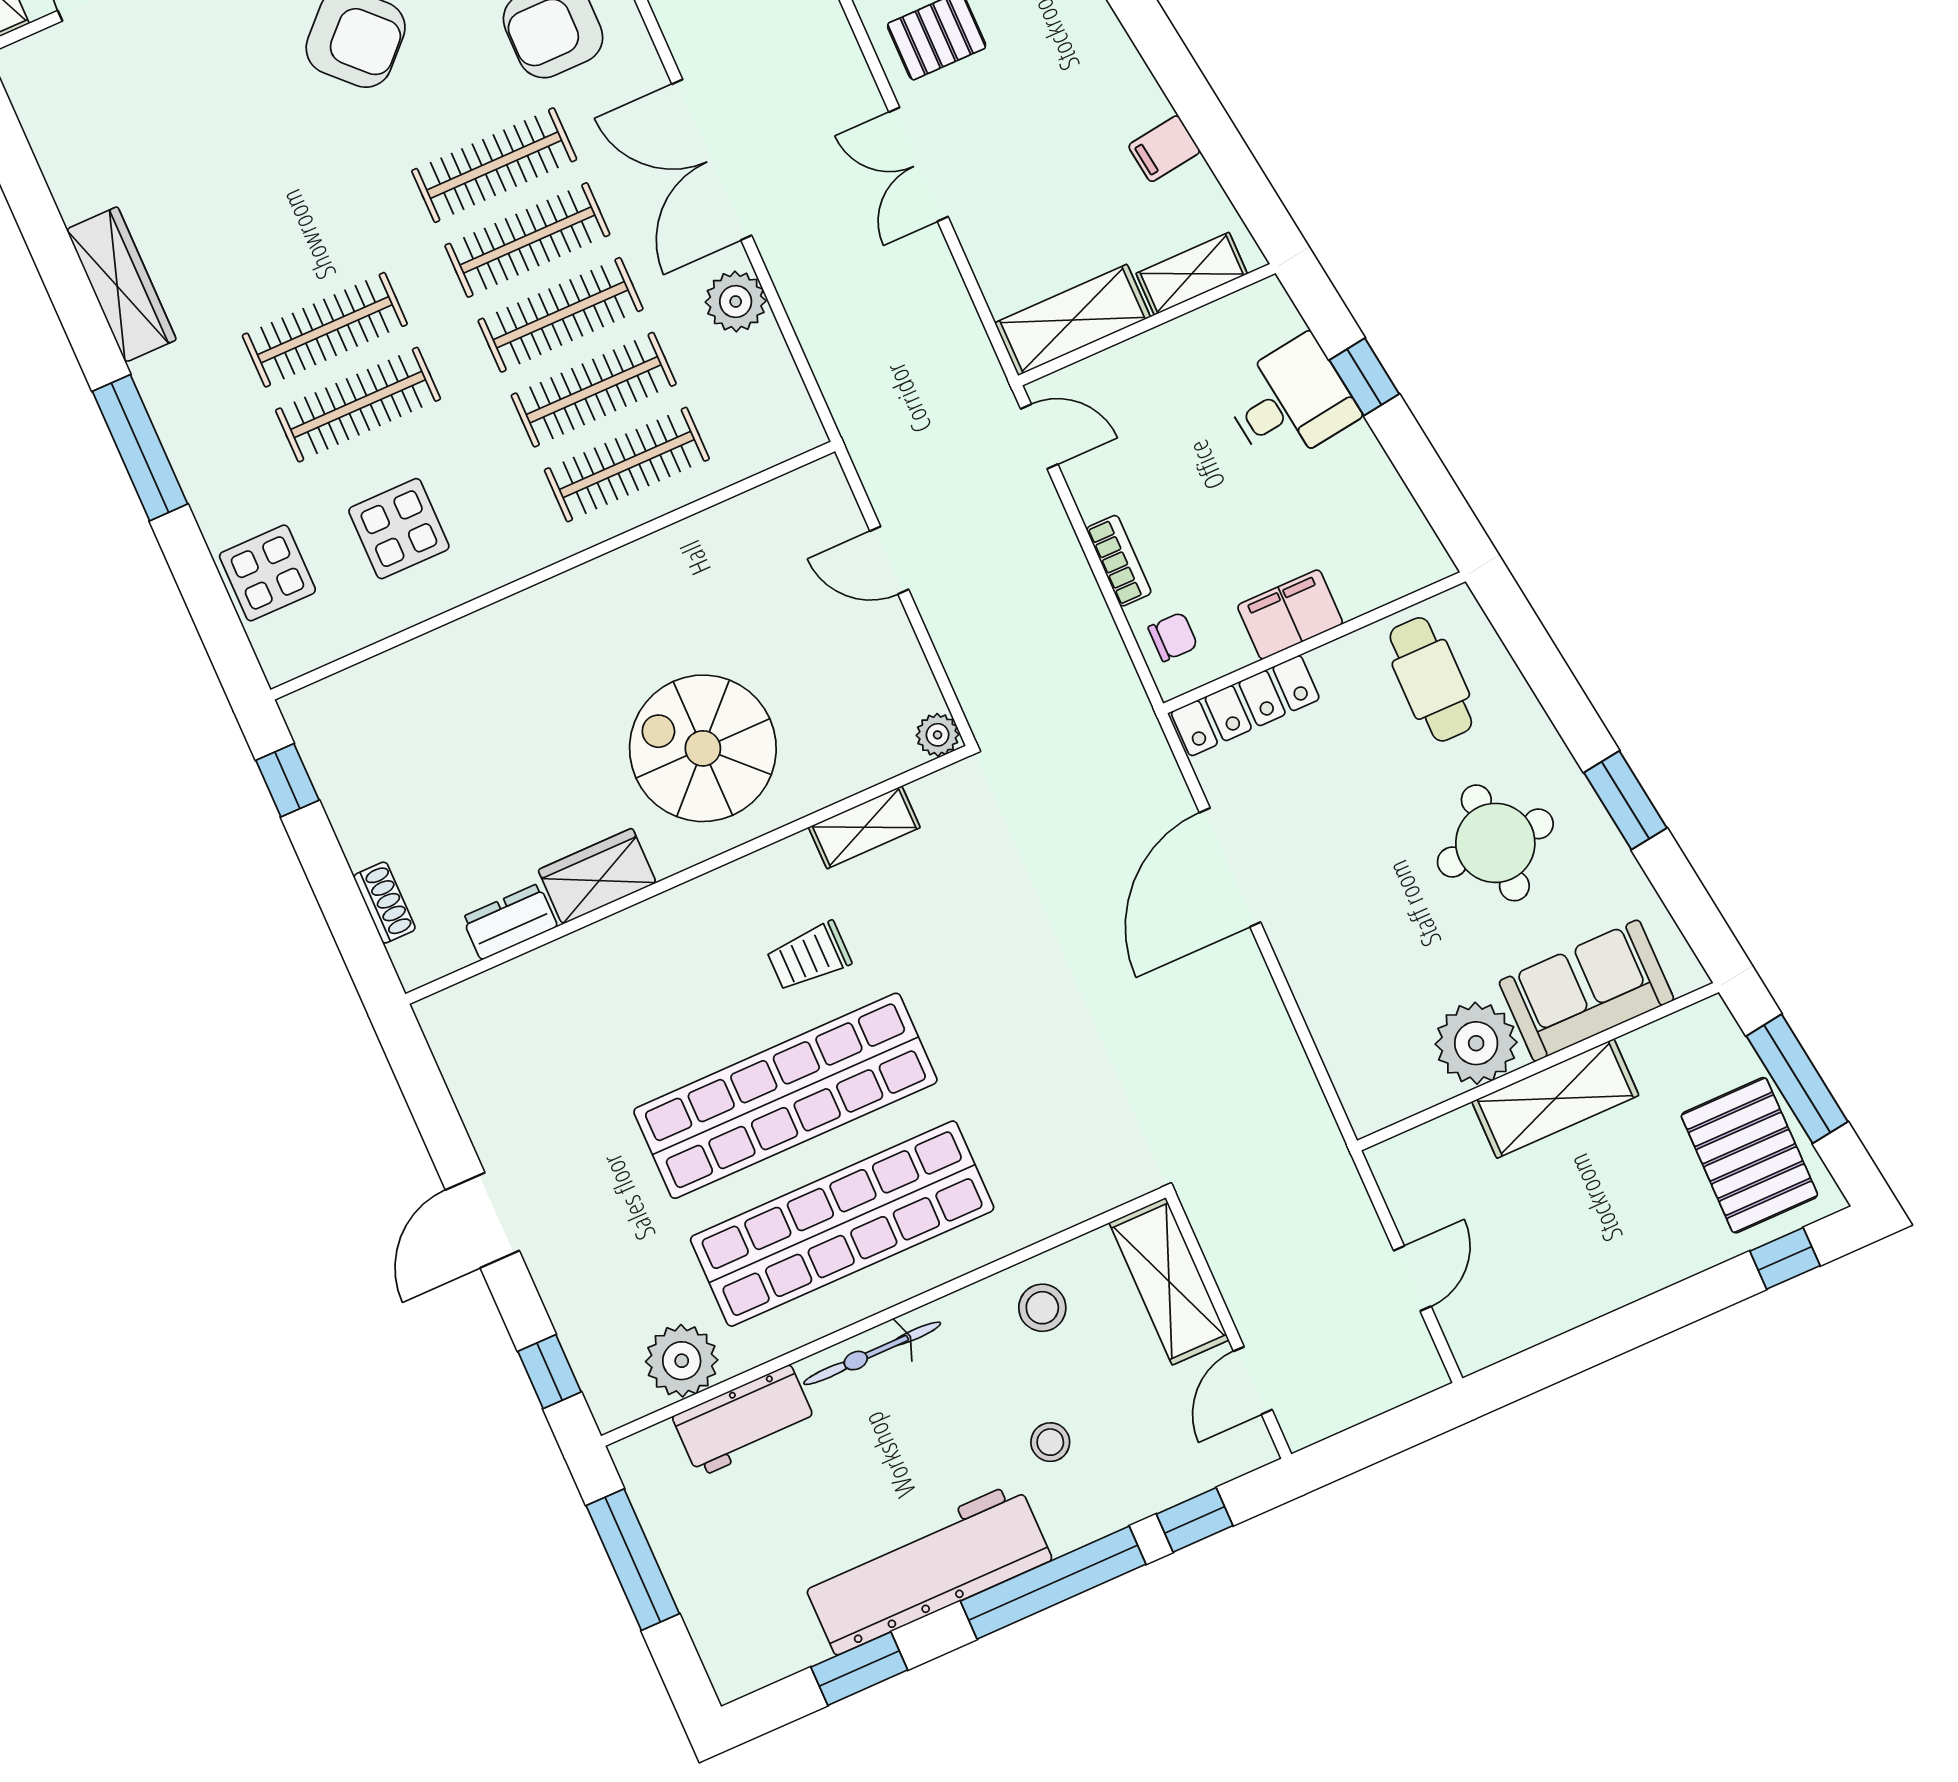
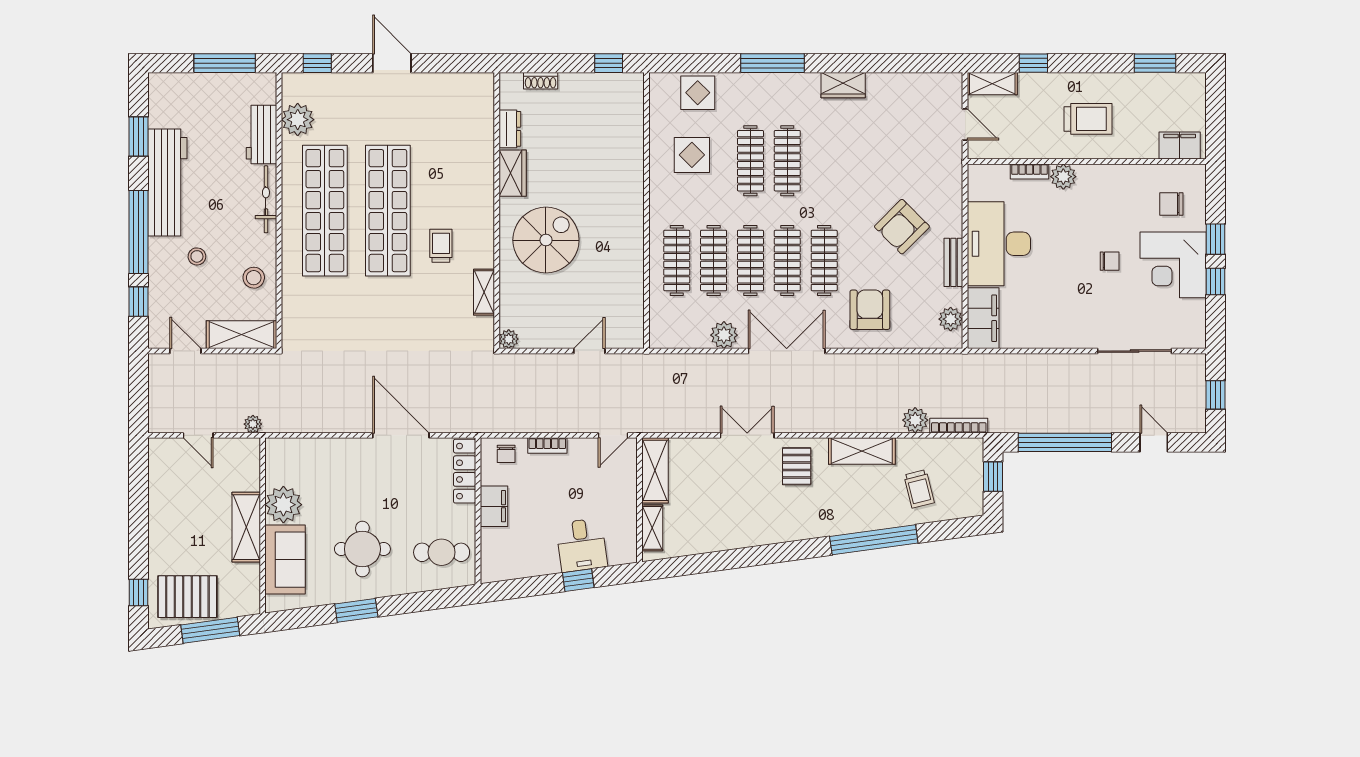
filing cabinet: (1164, 149) -> (709, 539), removed
wardrobe: (121, 284) -> (843, 85), width x0.67
plant: (1340, 1178) -> (253, 424), added

